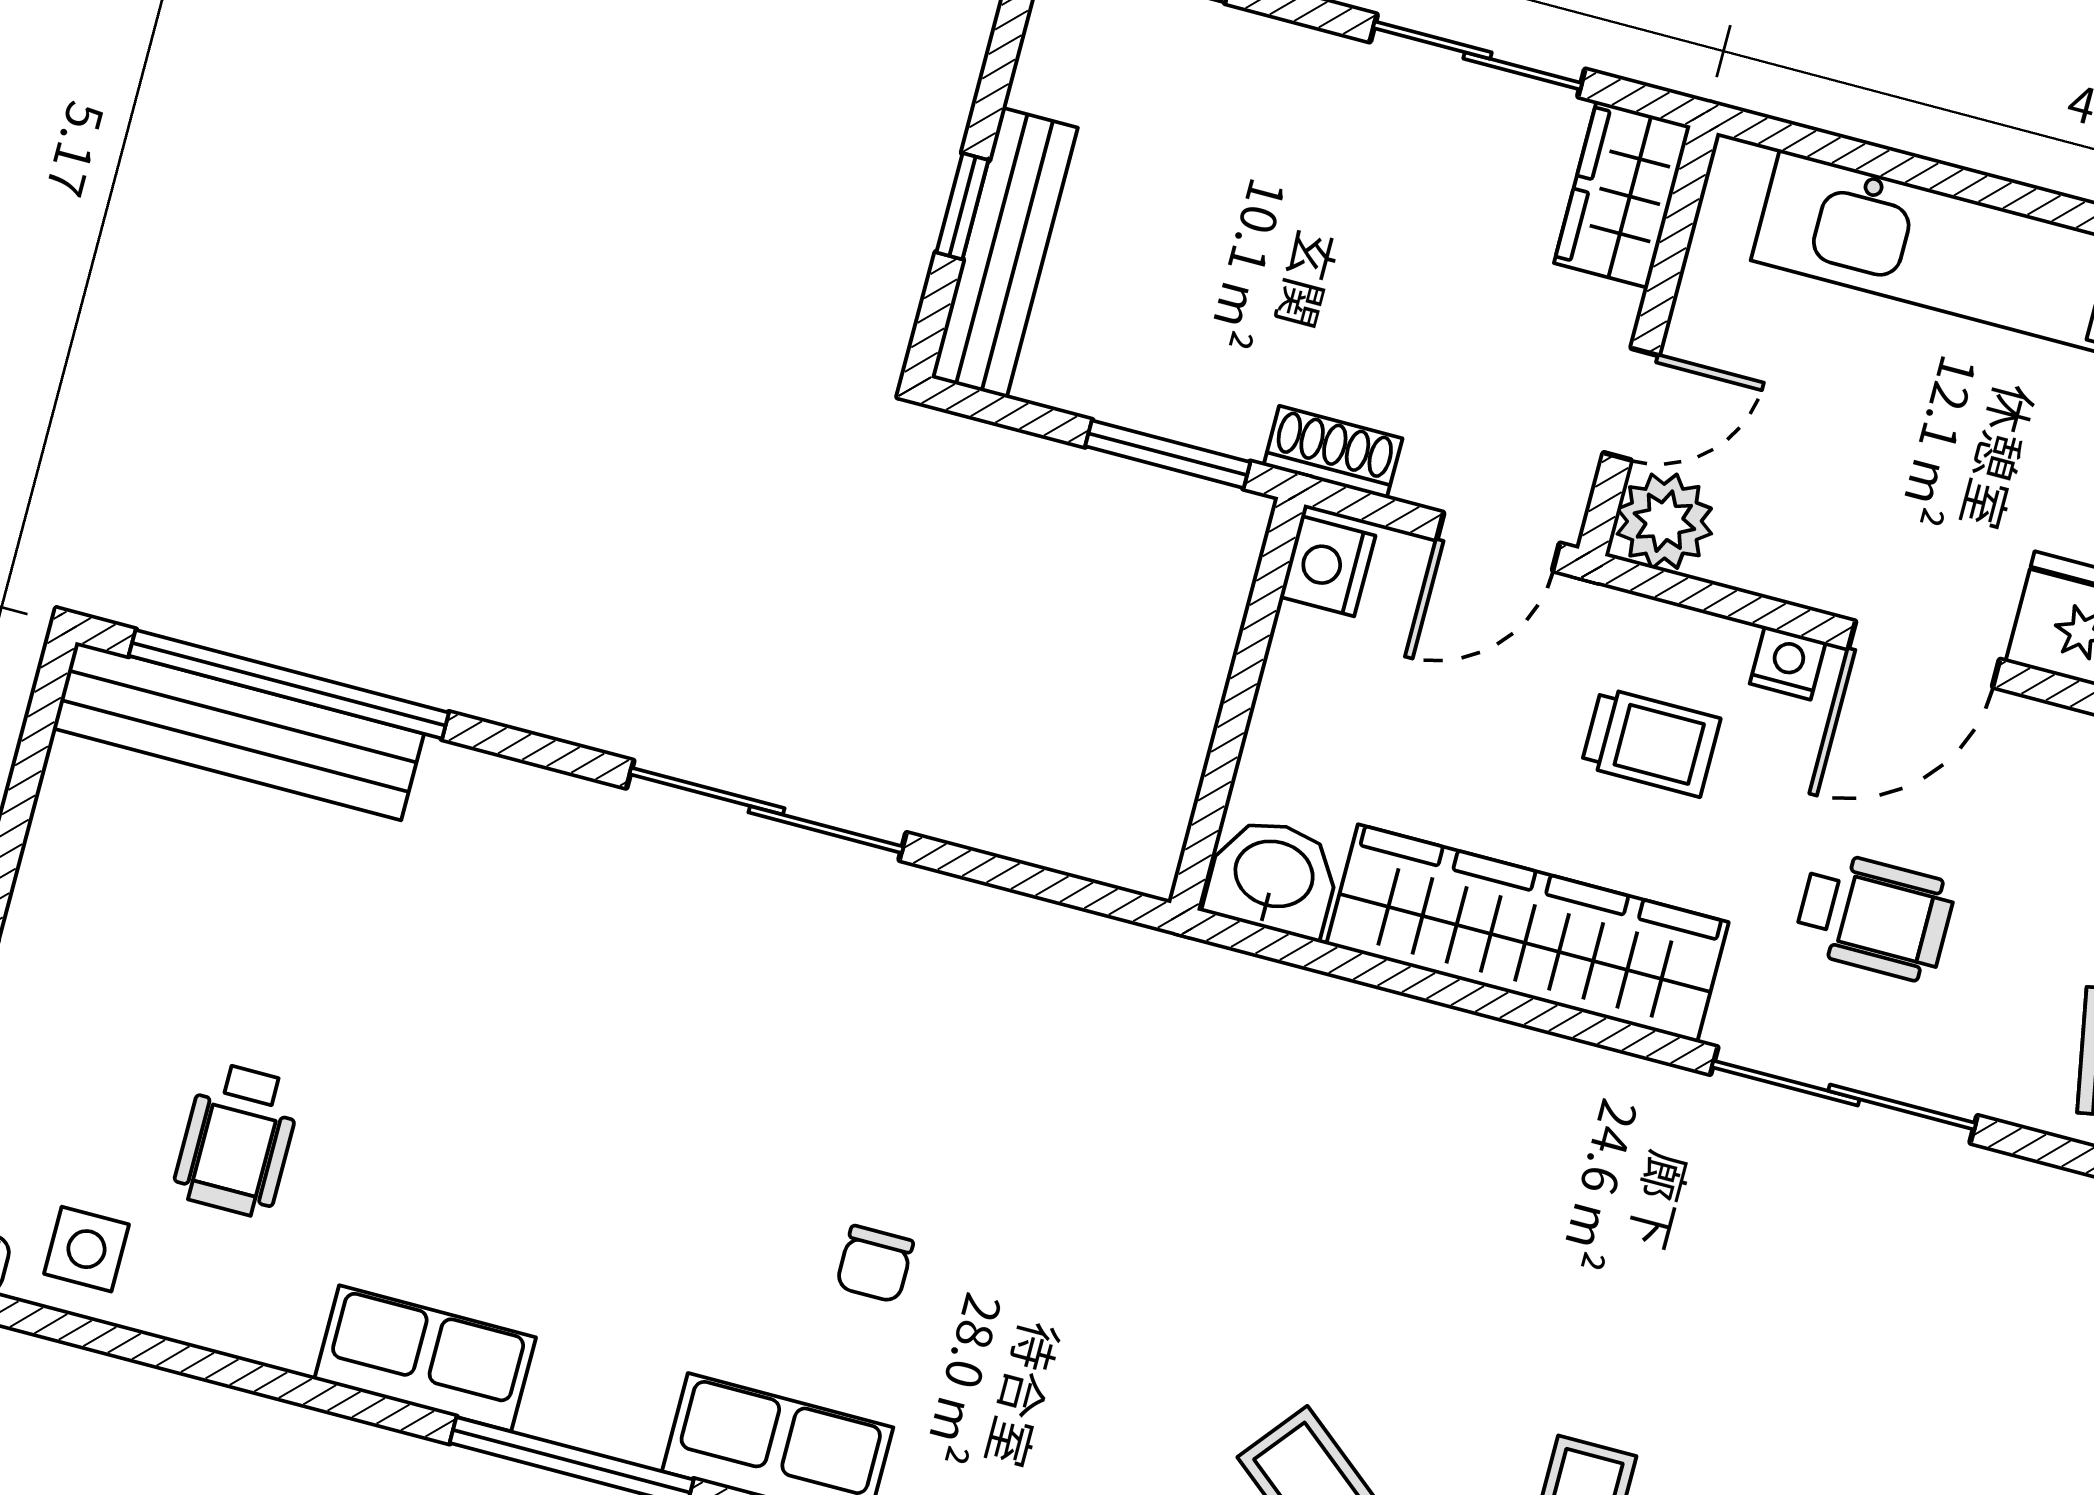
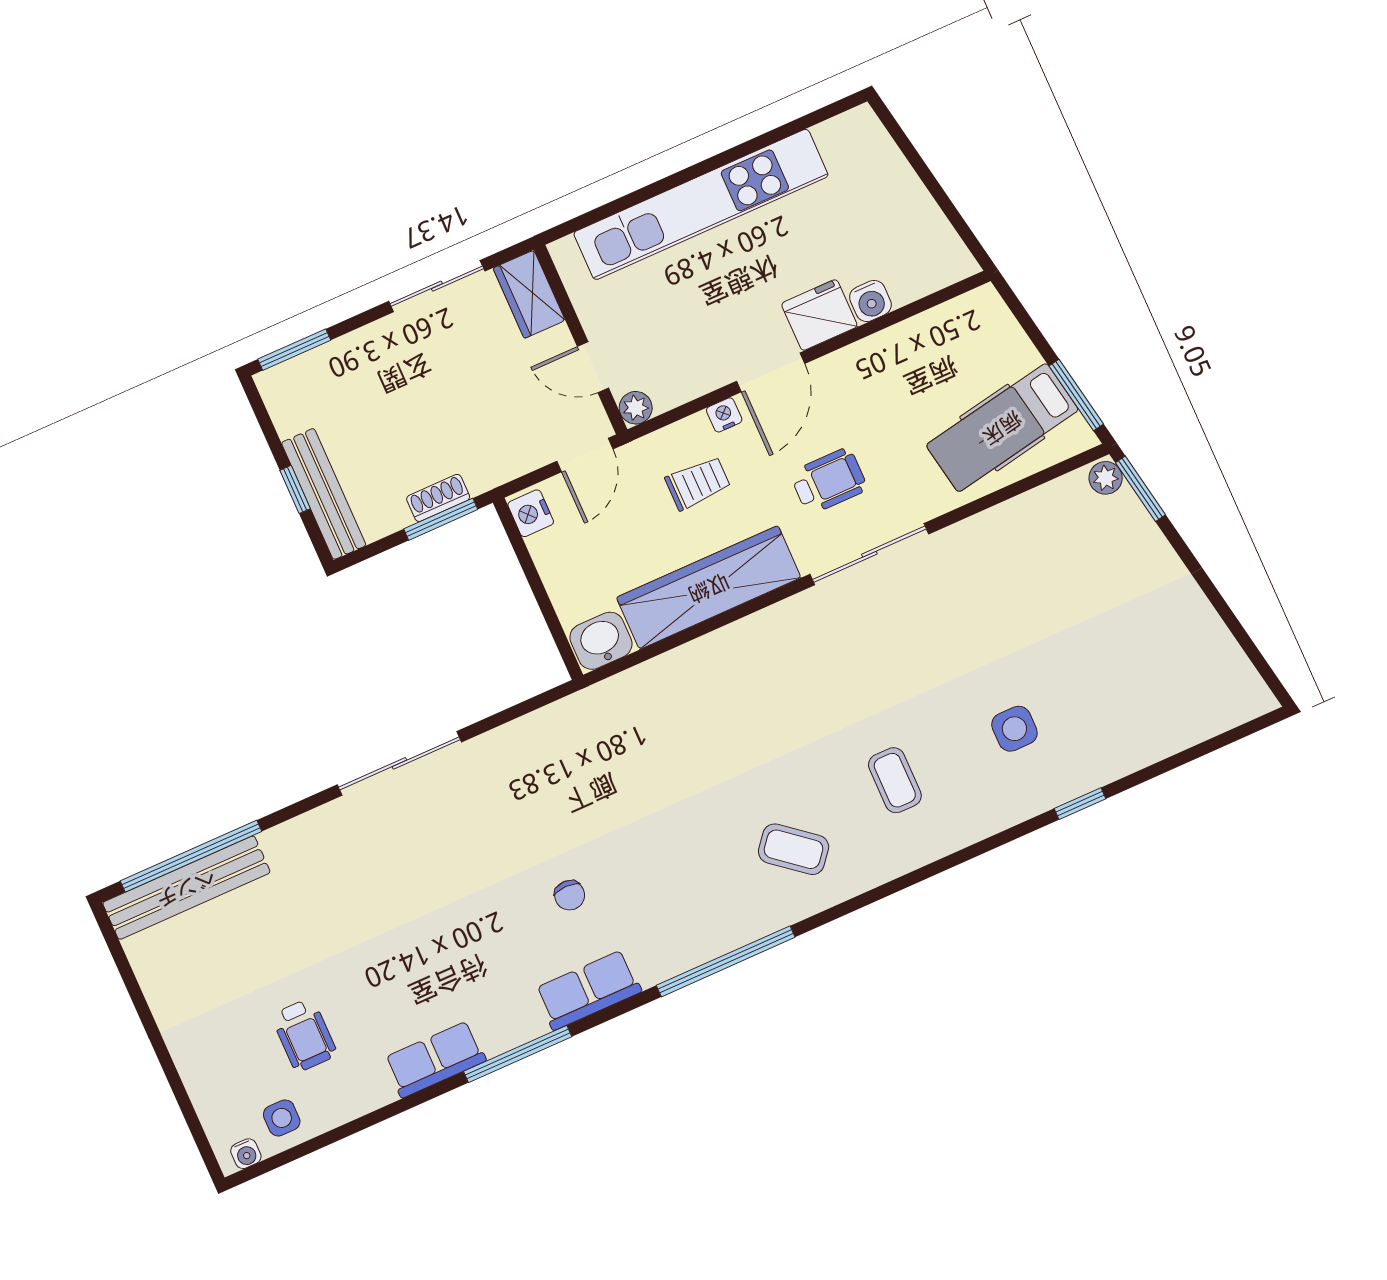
door: (1631, 404) -> (593, 367), swing flipped
shoe rack: (1333, 452) -> (438, 498), moved
plant: (1664, 521) -> (636, 408), width x0.73, depth x0.73

